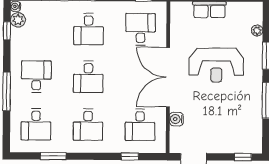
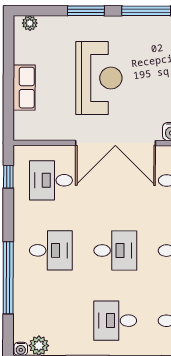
plant: (257, 31) -> (30, 23), moved

